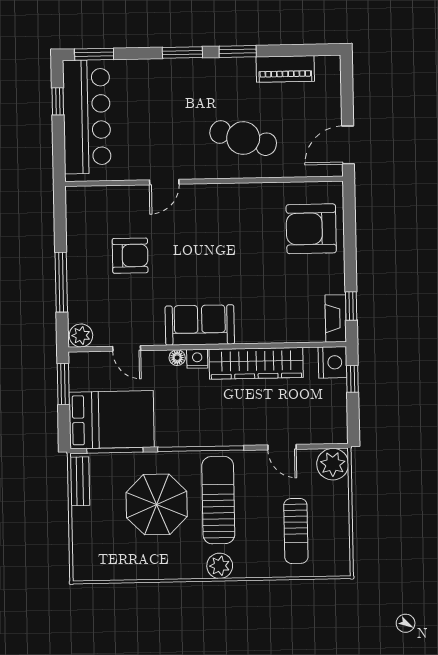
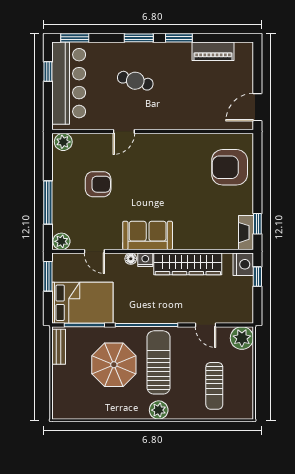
cafe table: (243, 138) -> (135, 81), moved, width x0.73, depth x0.74
plant: (81, 198) -> (63, 142), added

